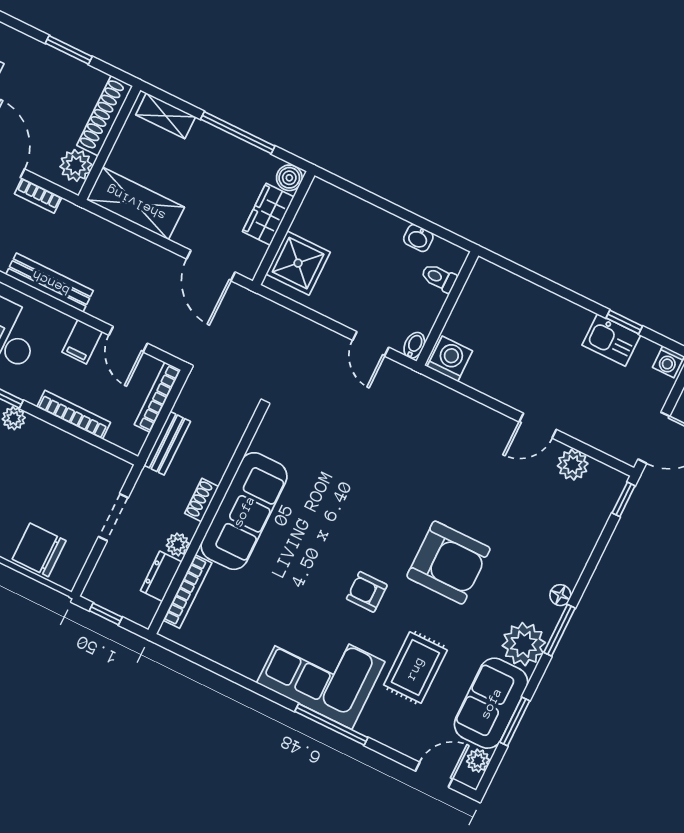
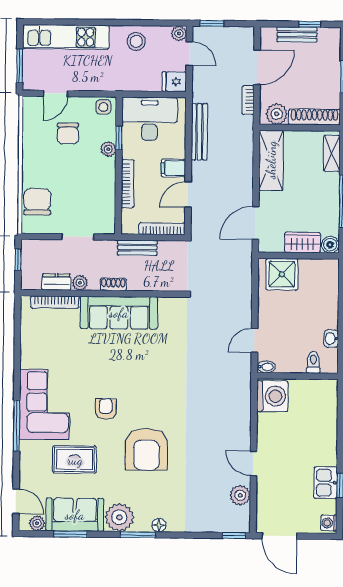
washing machine: (450, 359) -> (272, 396), width x1.37, depth x1.37

